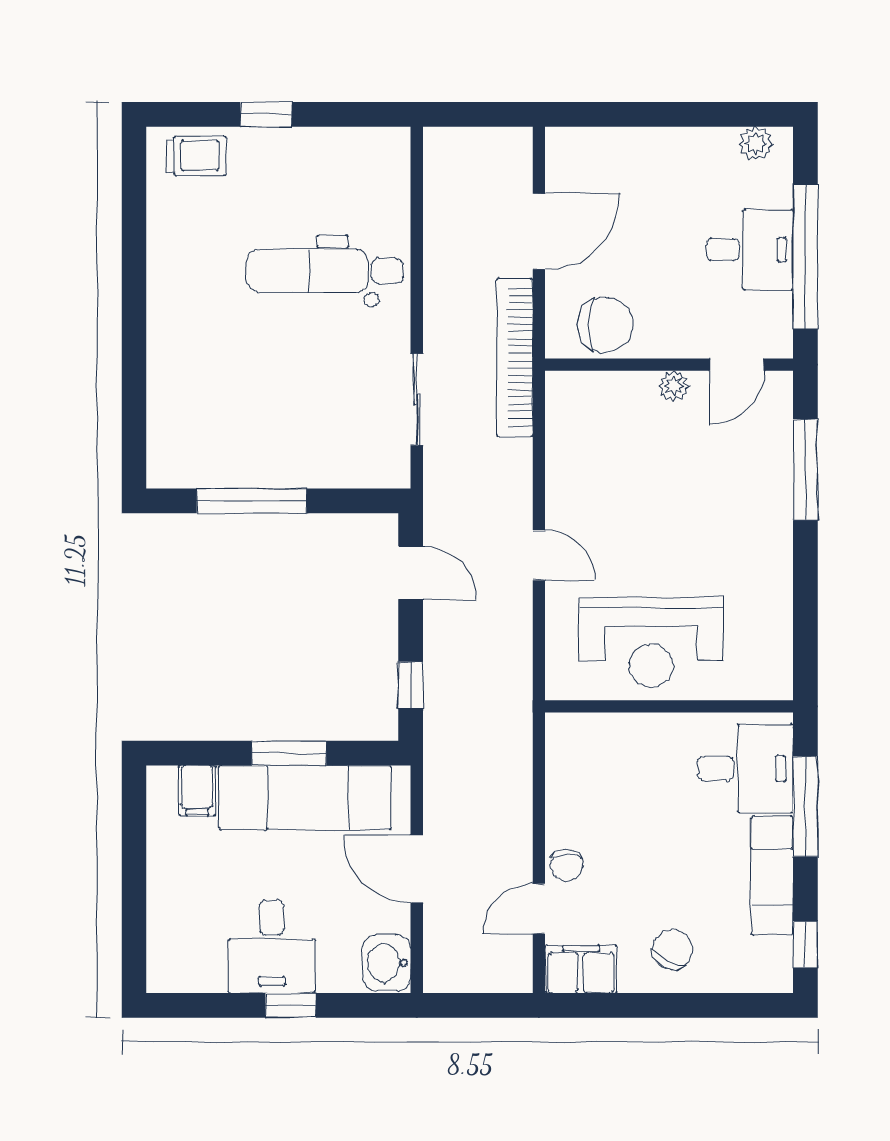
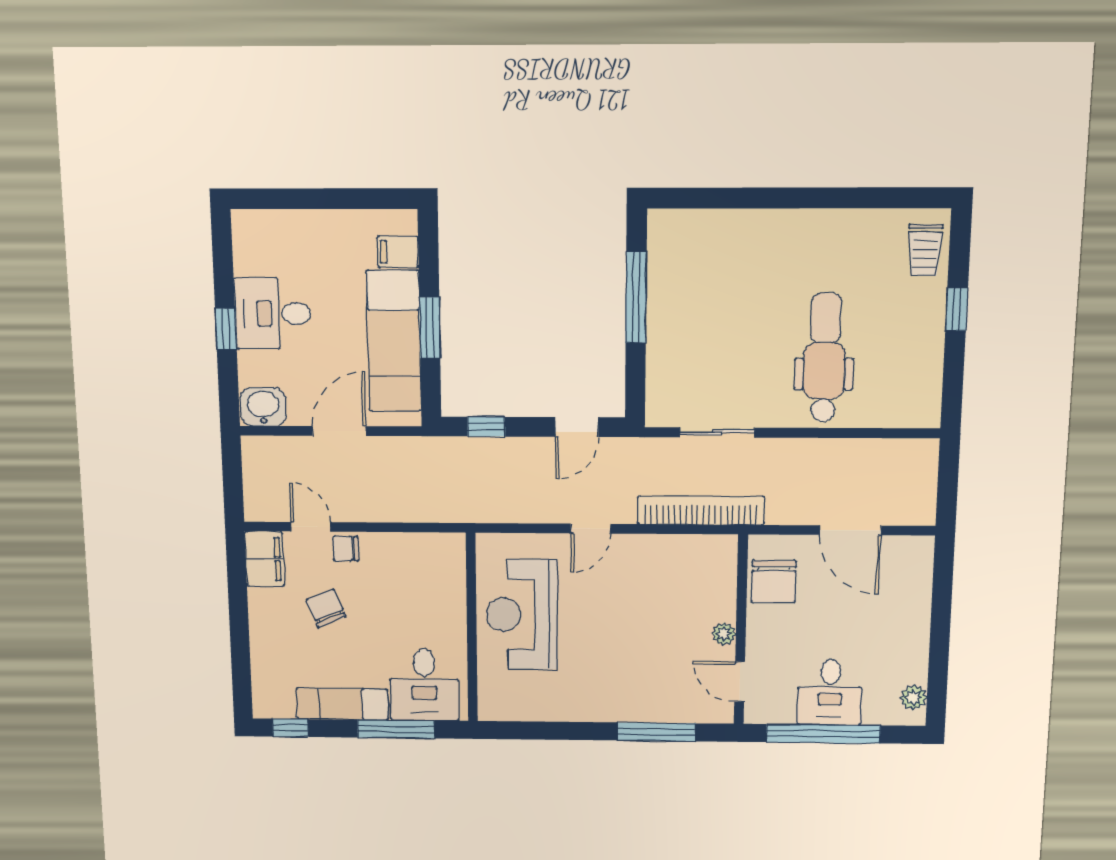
bookcase: (515, 357) -> (701, 510), moved
chair: (672, 949) -> (326, 608), moved, turned -140

